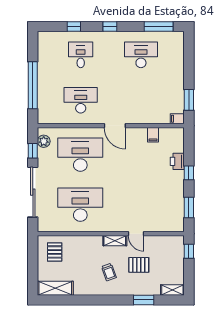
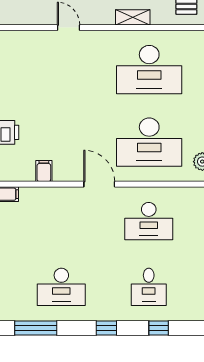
shelving: (115, 241) -> (133, 17), moved

